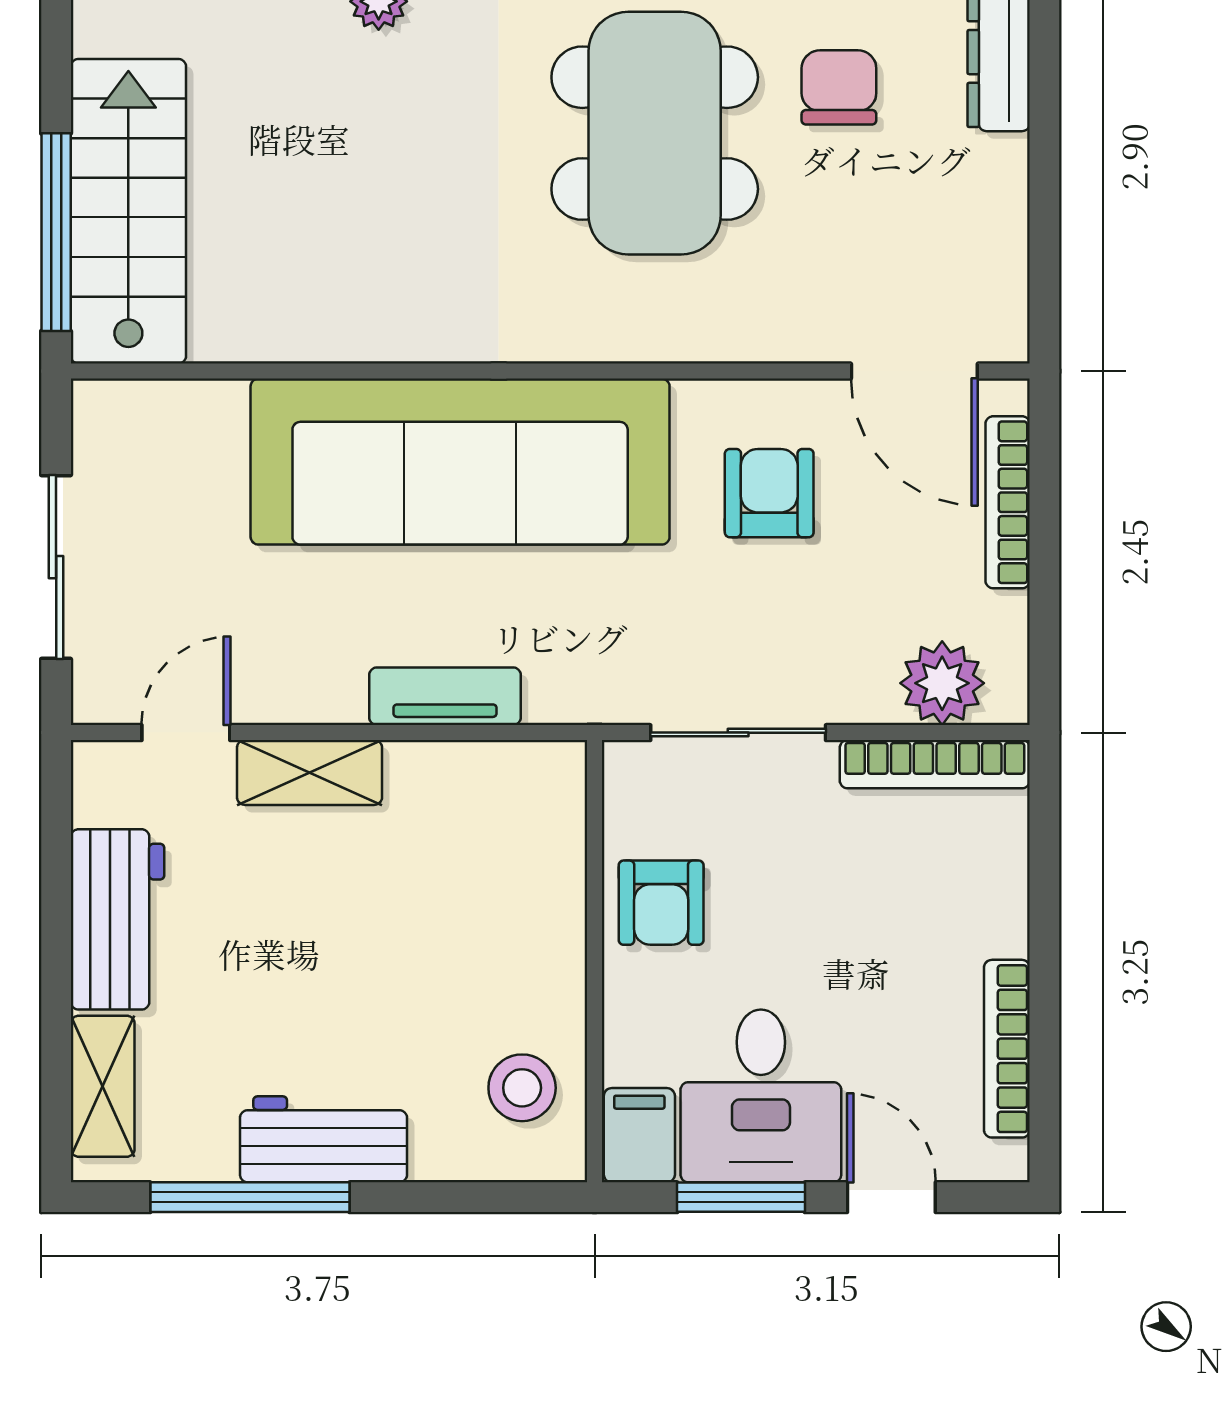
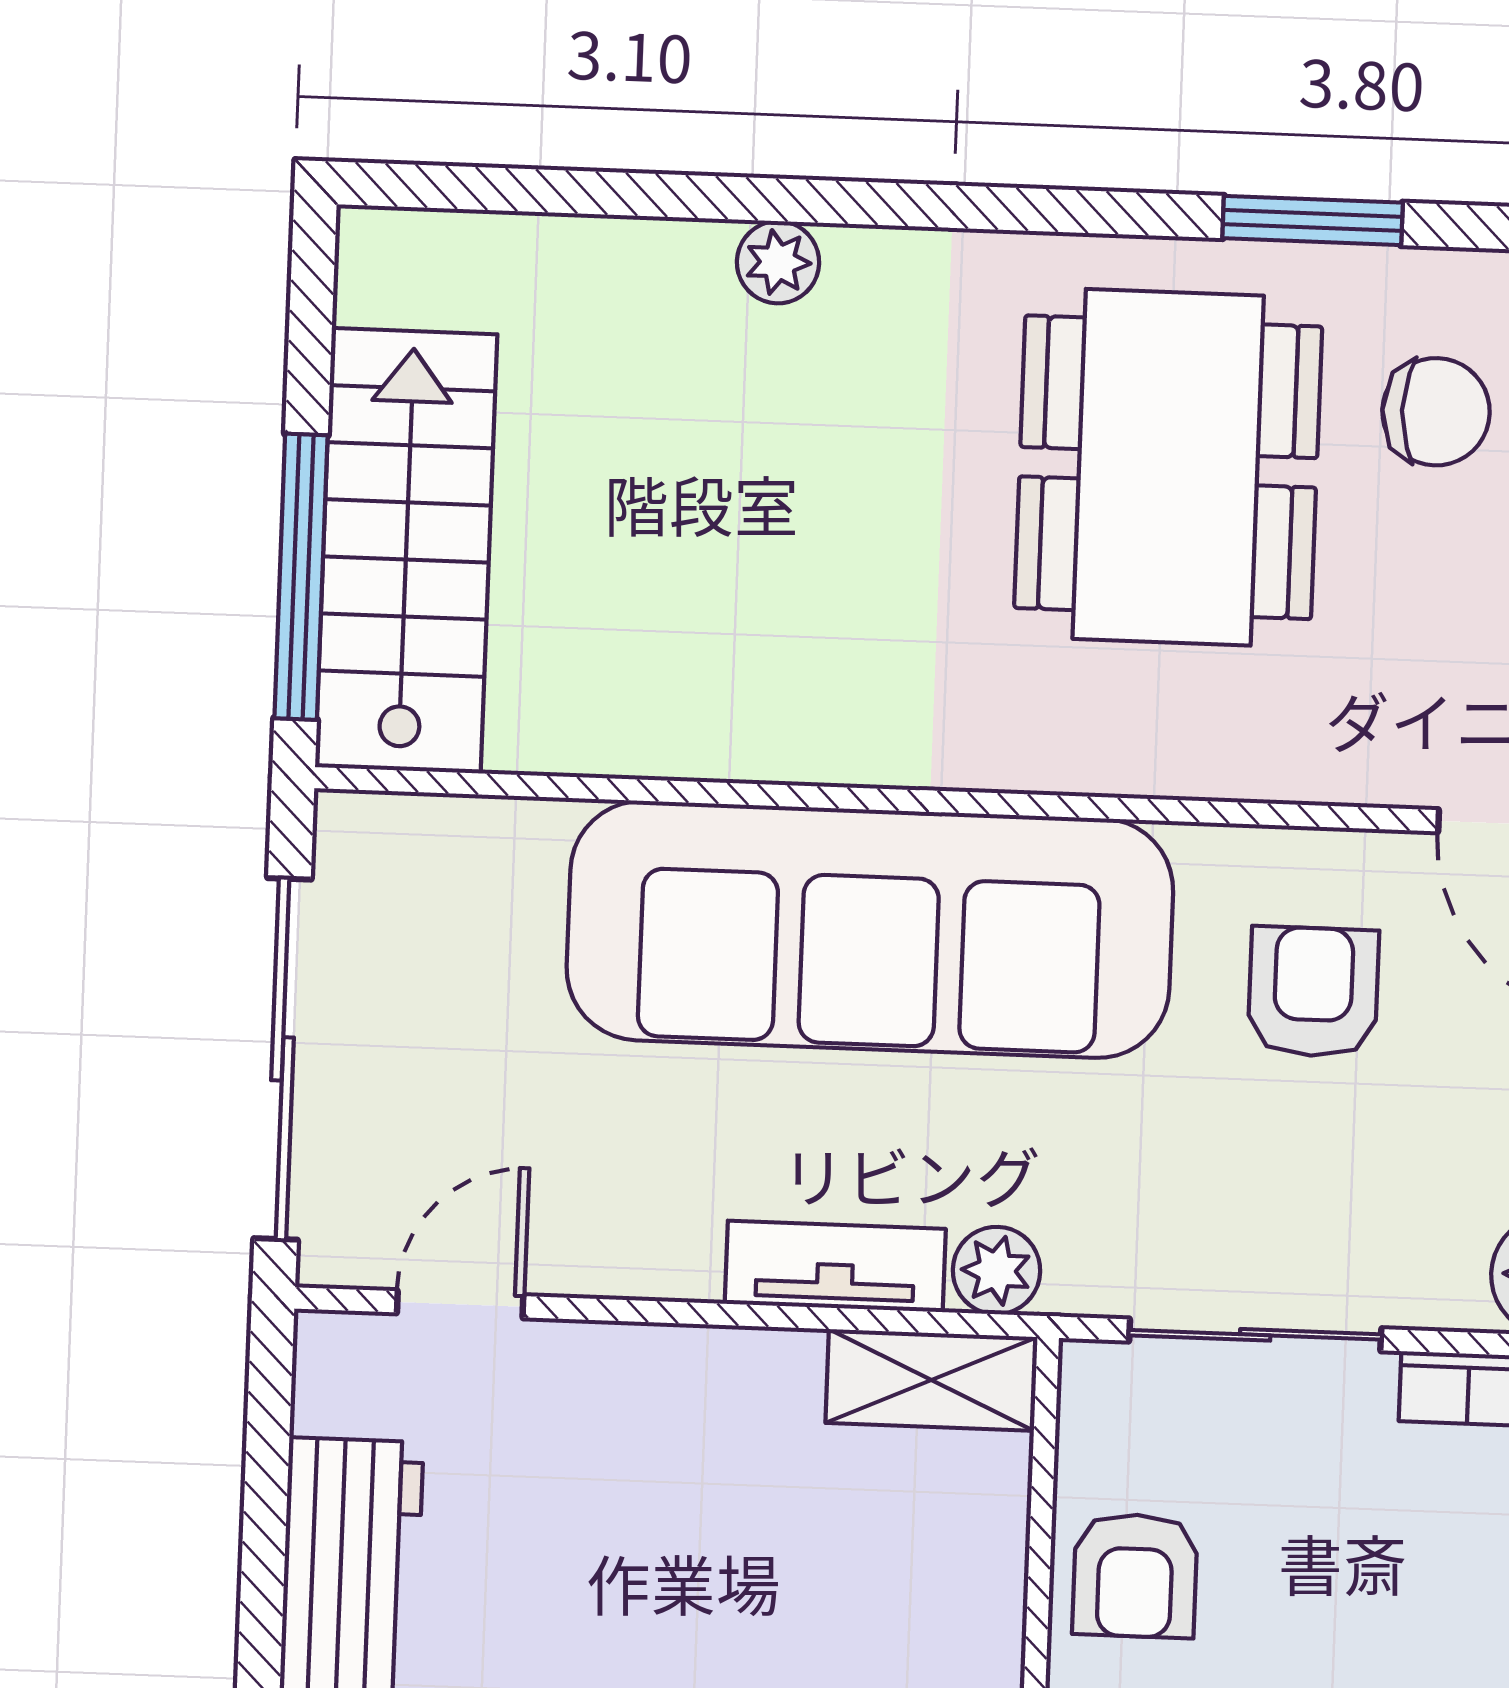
chair: (839, 87) -> (1436, 412), turned 90
sliding door: (56, 567) -> (282, 1059), width x1.37
plant: (557, 695) -> (997, 1271), added
shelving: (310, 772) -> (931, 1380), moved

